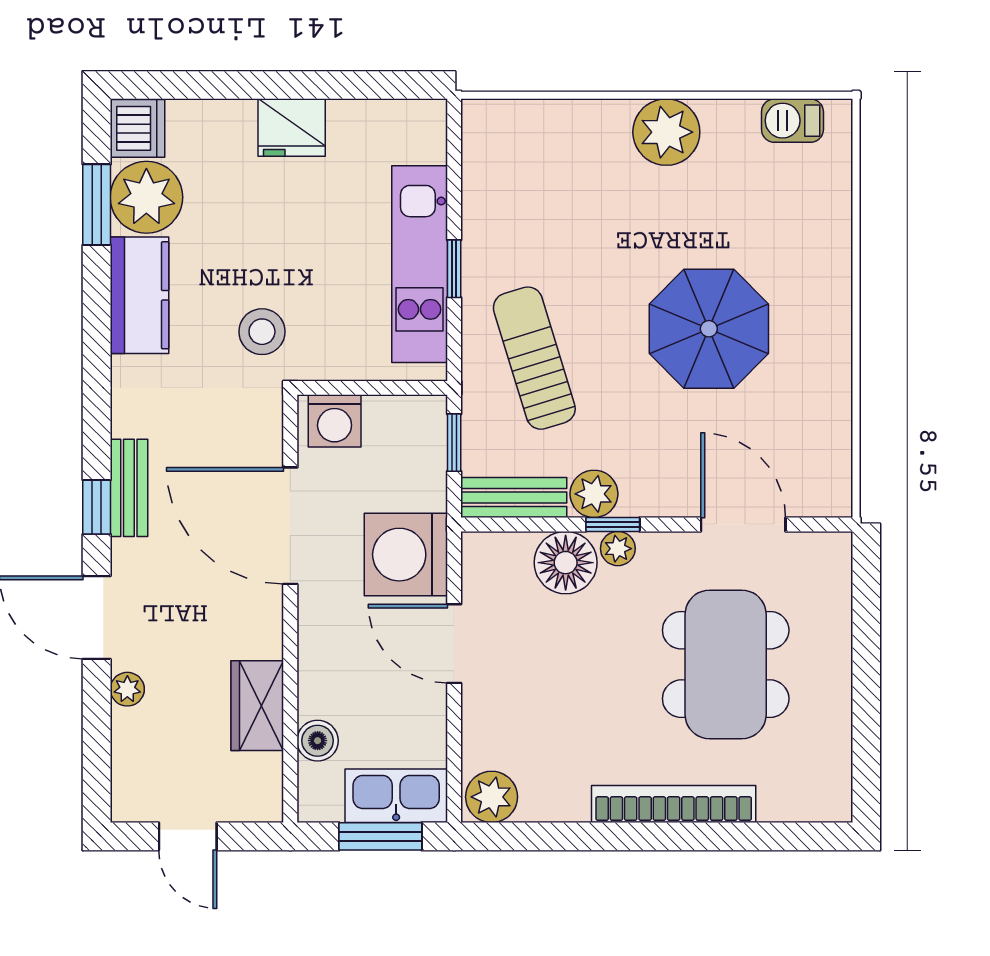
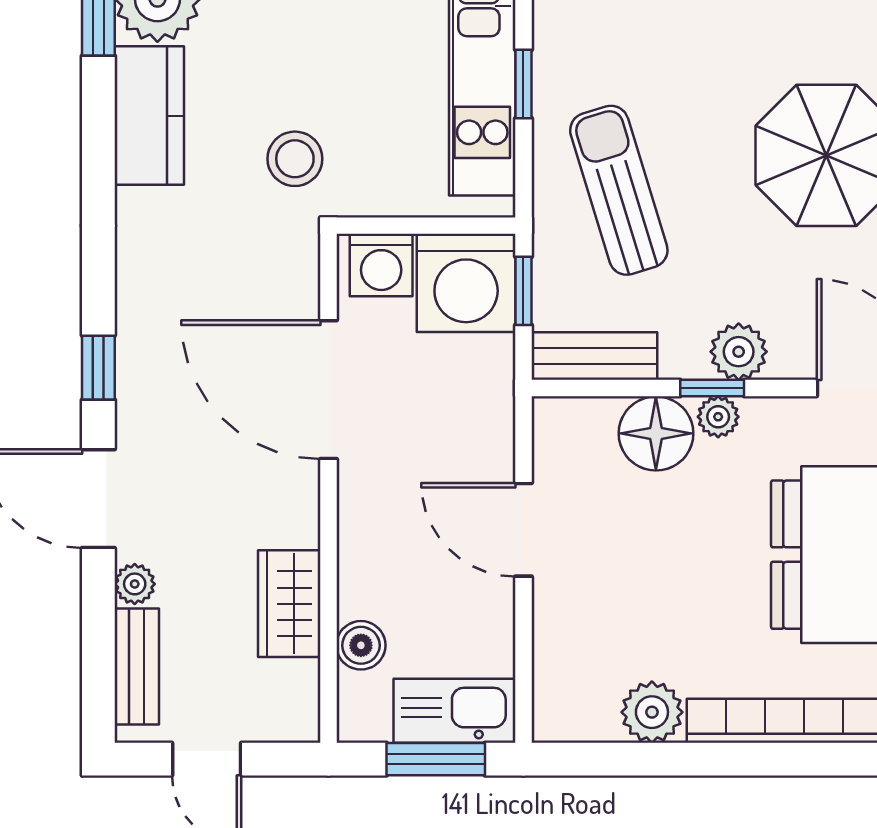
bench: (129, 488) -> (137, 667), moved
plant: (594, 494) -> (739, 352), moved
washing machine: (406, 555) -> (466, 283), moved, turned -90
plant: (492, 797) -> (652, 712), moved

